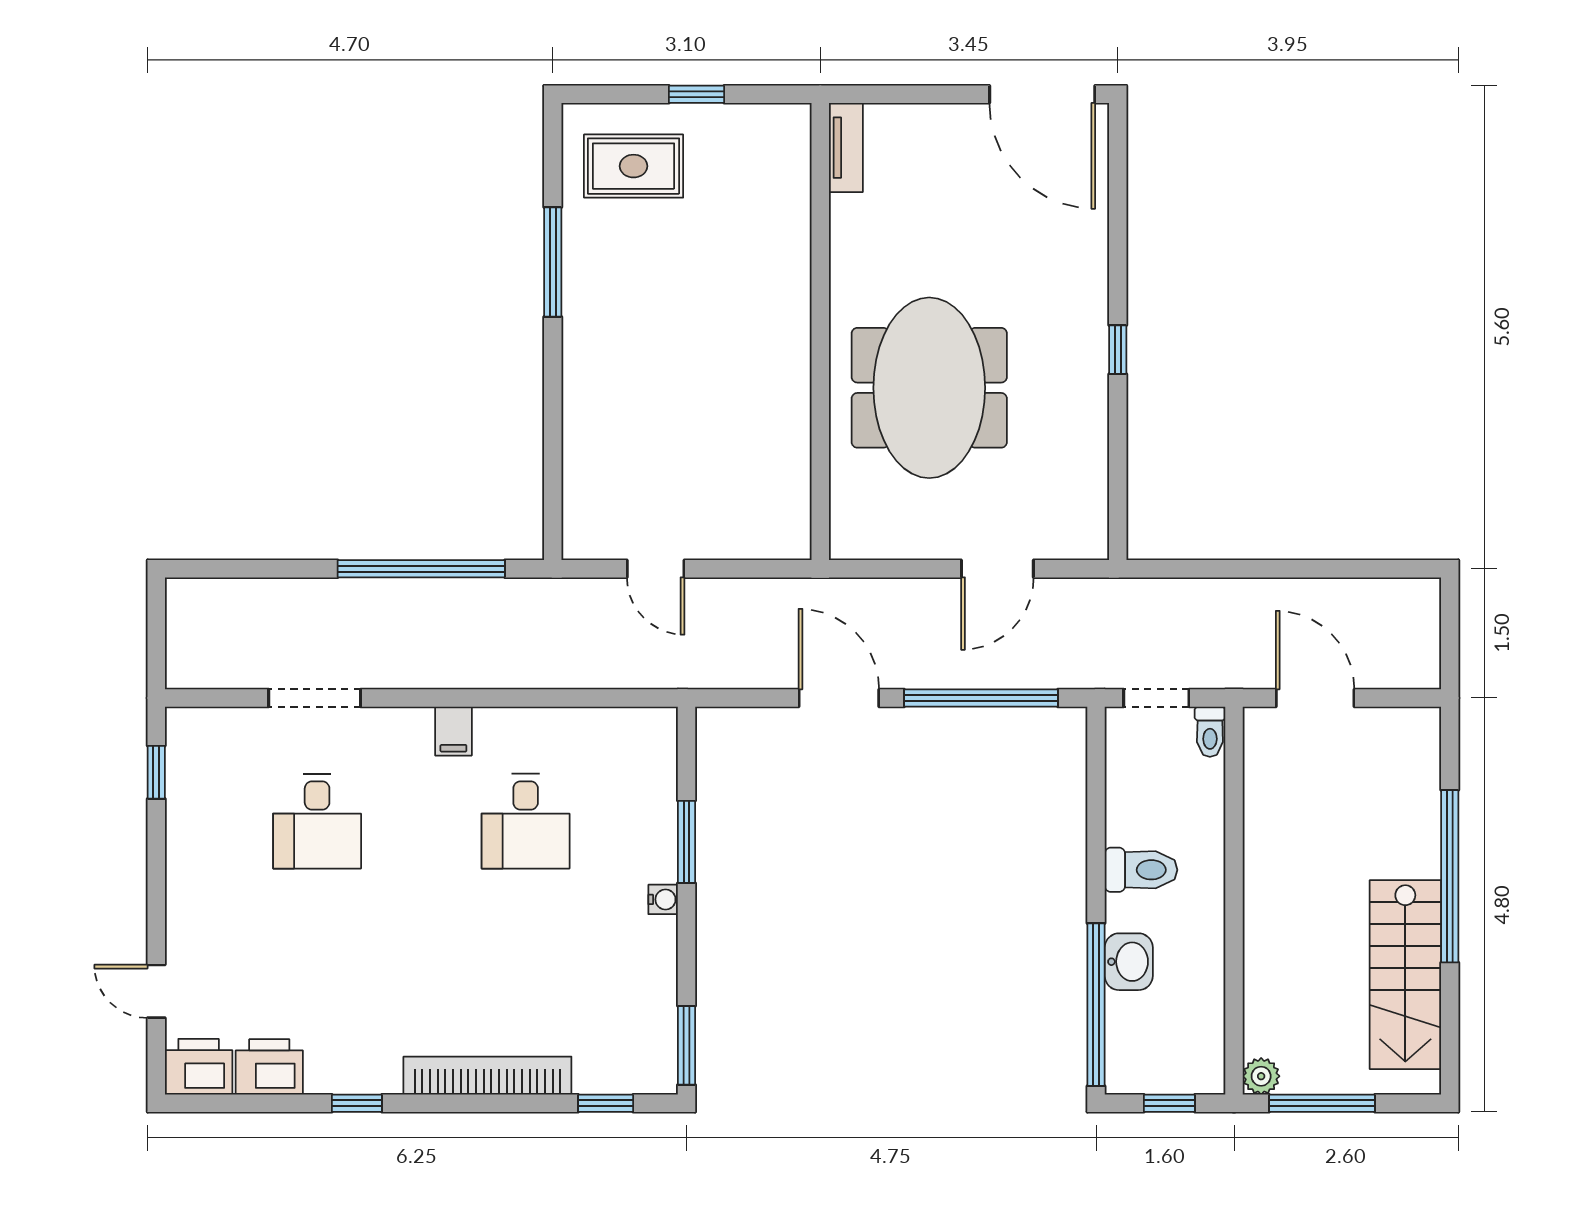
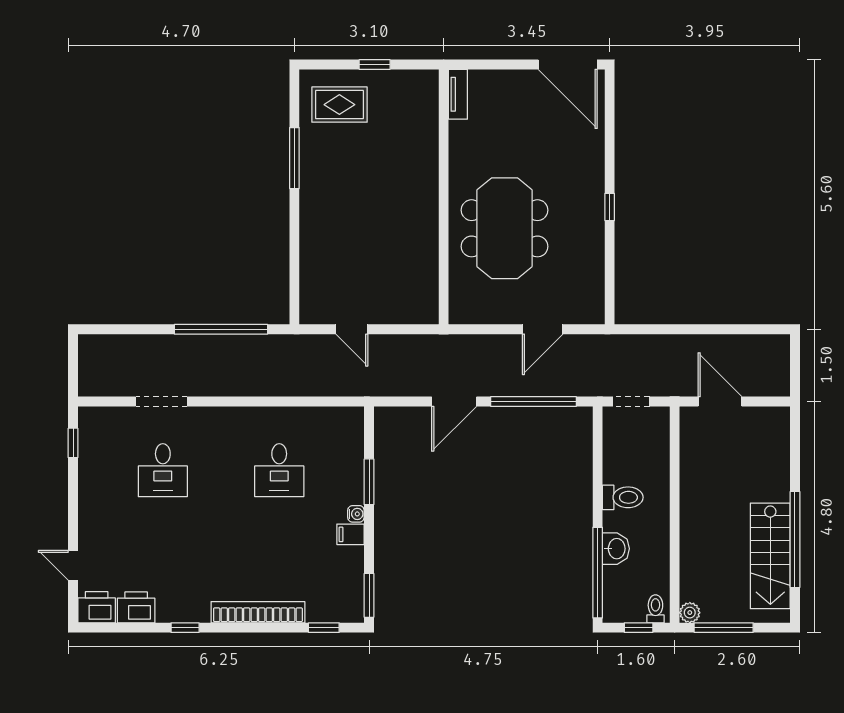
door: (839, 698) -> (454, 401), swing flipped
filing cabinet: (453, 731) -> (351, 534), moved, turned 90
toilet: (1210, 732) -> (655, 609), moved, turned 180
window: (1450, 876) -> (795, 540), moved

